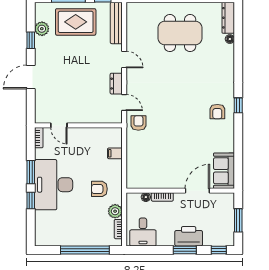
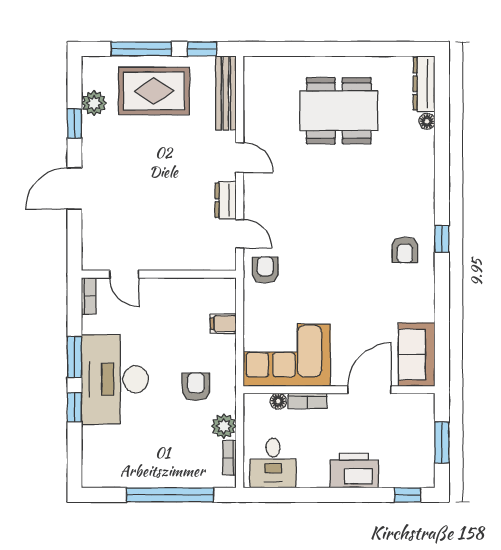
corner sofa: (151, 171) -> (287, 355), added
armchair: (99, 189) -> (196, 387), turned 90
window: (185, 250) -> (347, 495), removed

